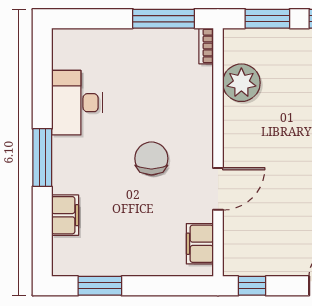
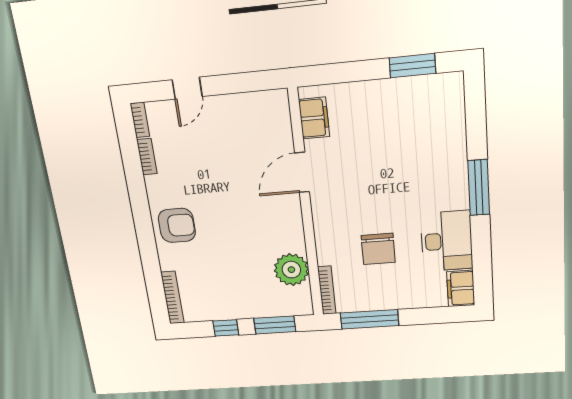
bookcase: (206, 46) -> (327, 290), width x1.56
chair: (151, 158) -> (378, 249), moved
filing cabinet: (65, 215) -> (461, 288), moved
window: (252, 286) -> (257, 81), removed

